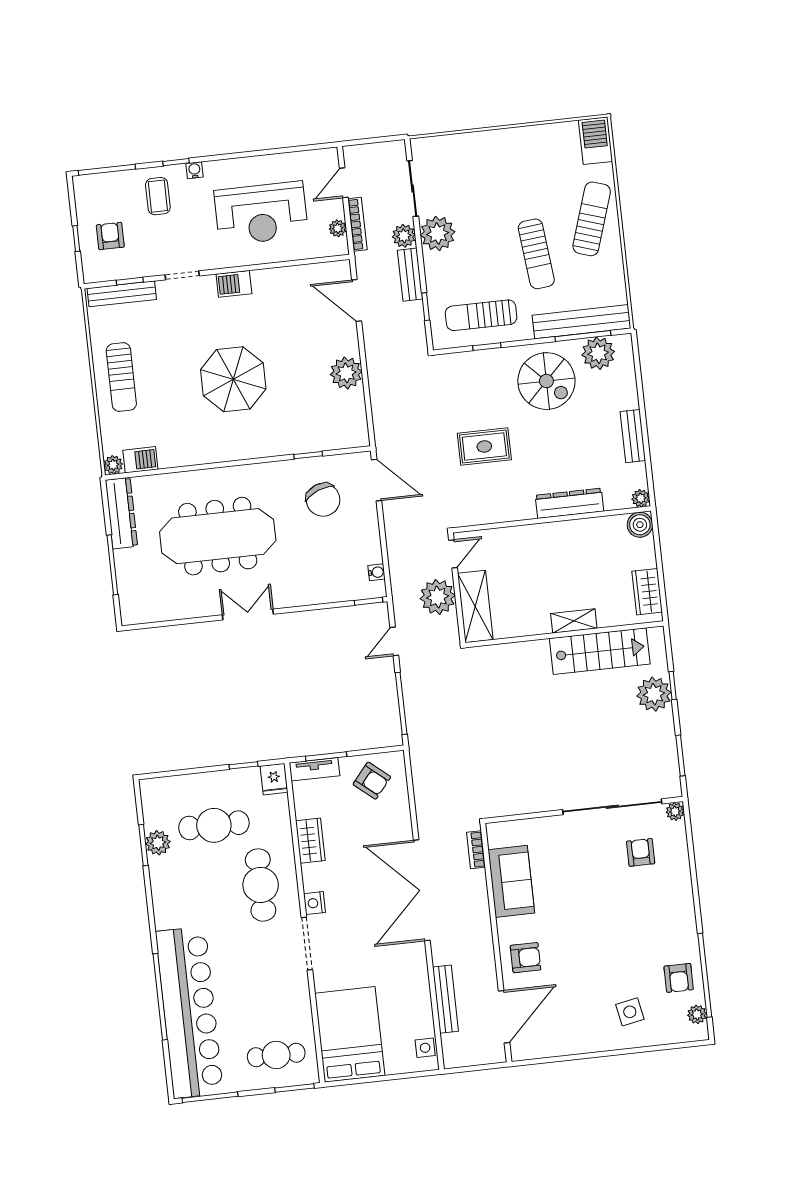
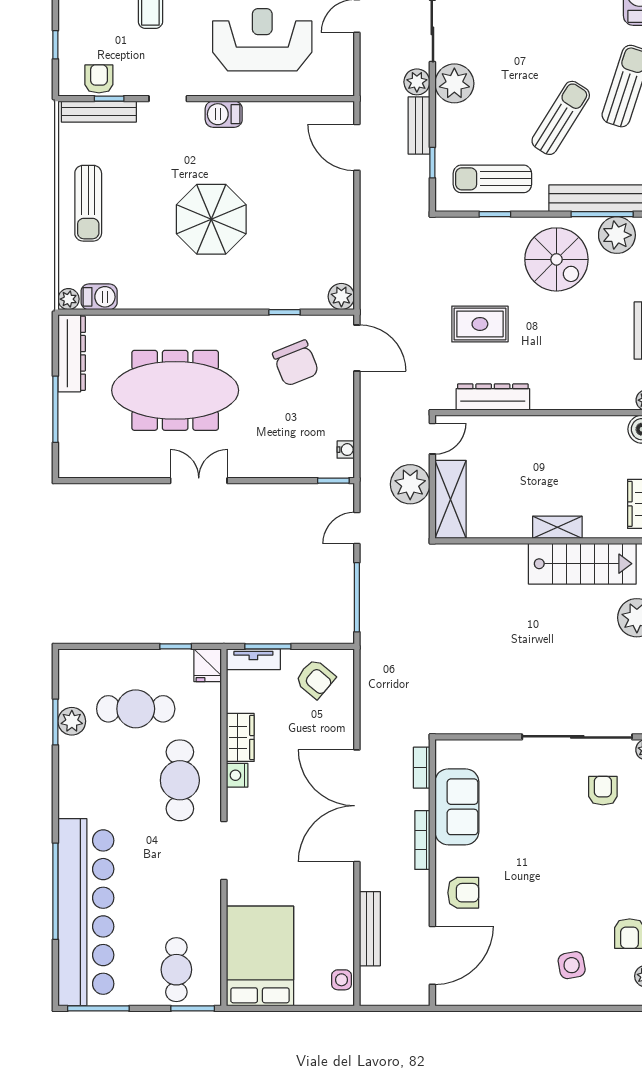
reception desk: (261, 213) -> (262, 40), turned 180
bookcase: (357, 224) -> (422, 840), moved, turned 180
plant: (338, 228) -> (345, 66), removed
armchair: (110, 236) -> (99, 79), moved
sun lounger: (536, 254) -> (561, 118), turned -142
plant: (346, 373) -> (341, 297), moved, width x0.73, depth x0.73
dresser: (569, 503) -> (493, 397), moved
nightstand: (315, 903) -> (237, 775), moved
cafe table: (276, 1055) -> (176, 970), turned 90

